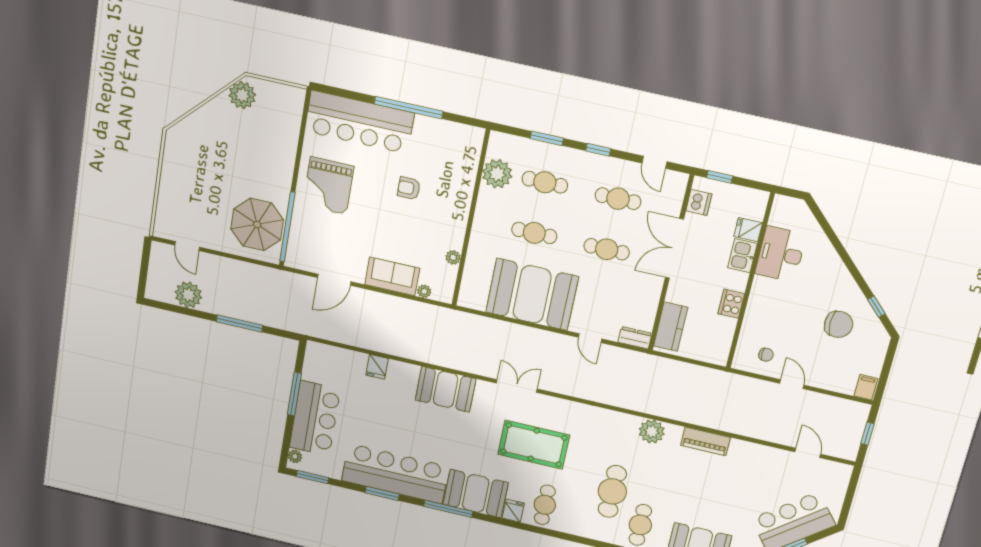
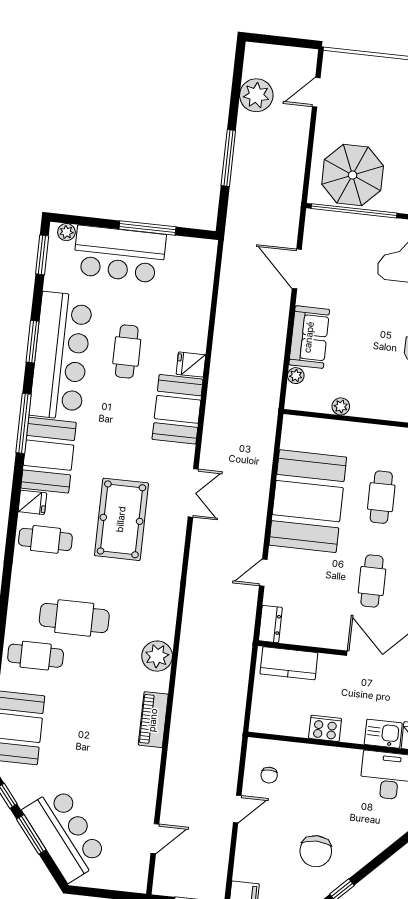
fridge: (377, 367) -> (191, 365), moved
cafe table: (395, 423) -> (127, 351), added

